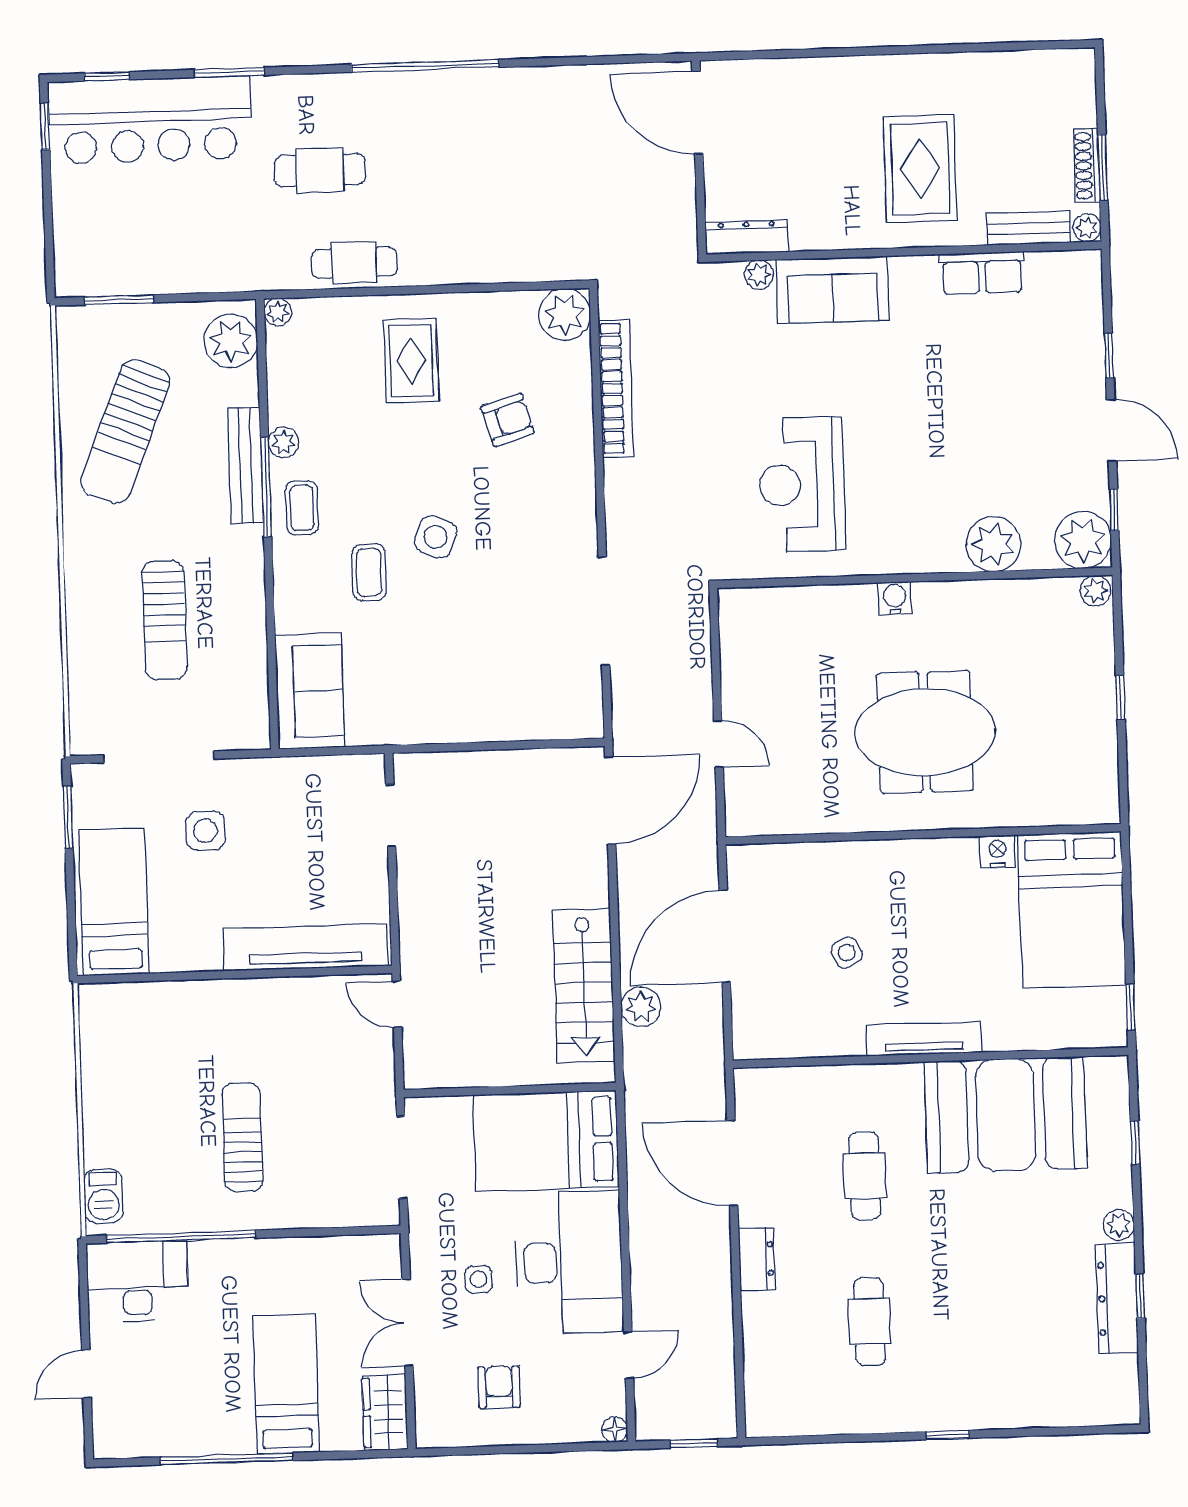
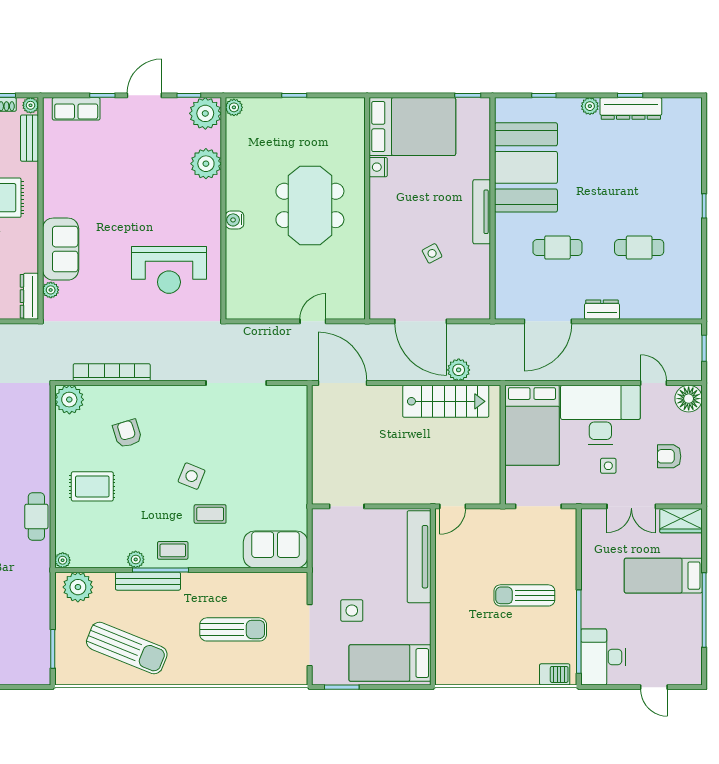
row of seats: (982, 273) -> (76, 109), moved, turned 90
floor lamp: (615, 1430) -> (689, 399), width x1.89, depth x1.89

